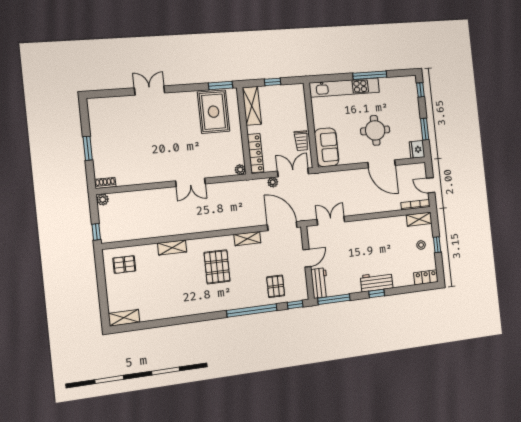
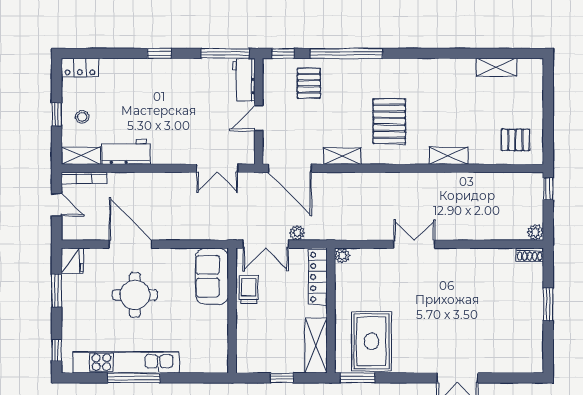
kitchen unit: (344, 88) -> (126, 362), moved
workbench: (377, 282) -> (126, 152), moved, turned 180
shelving: (124, 318) -> (496, 67), moved

